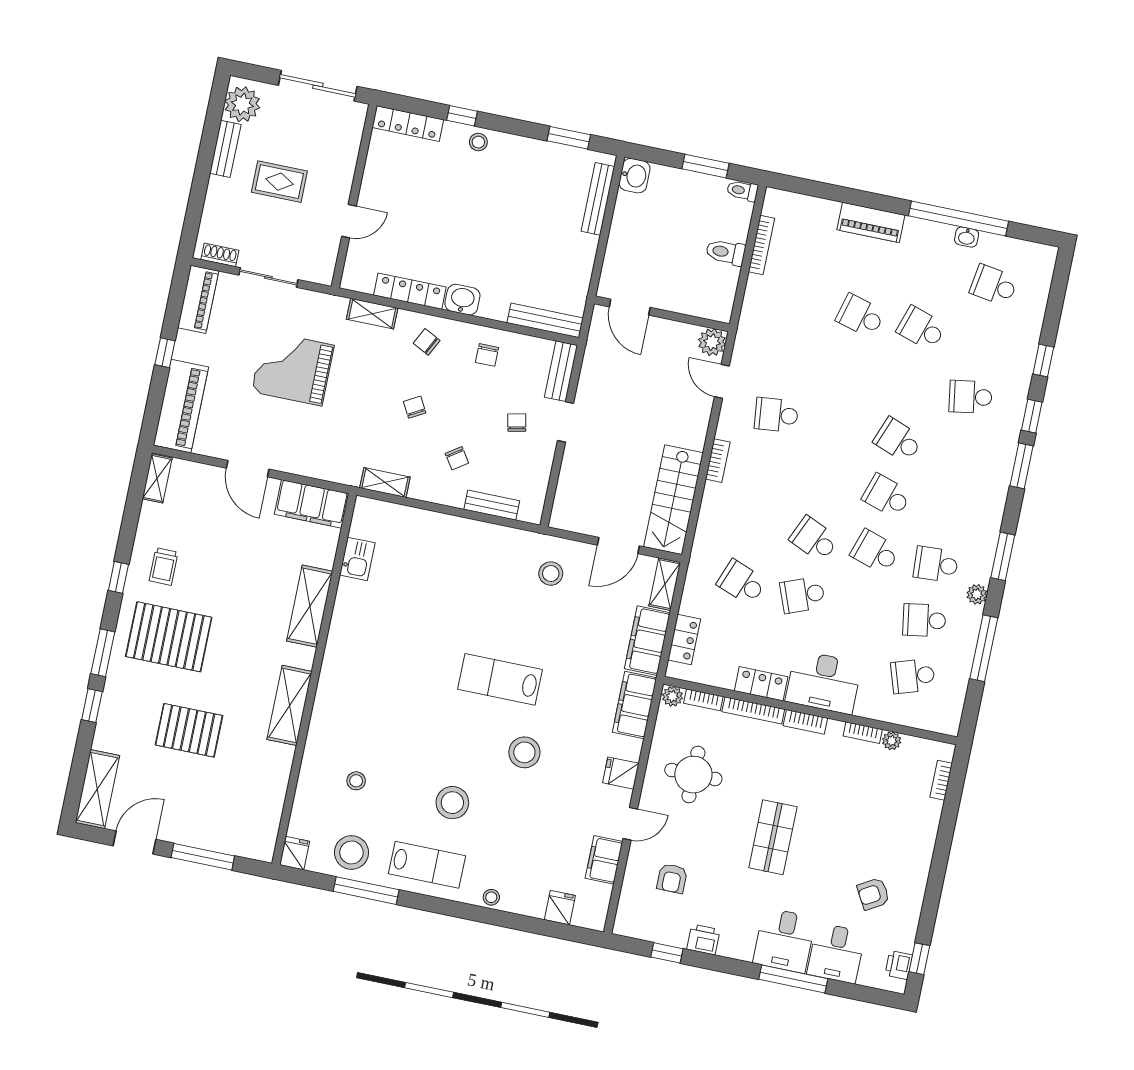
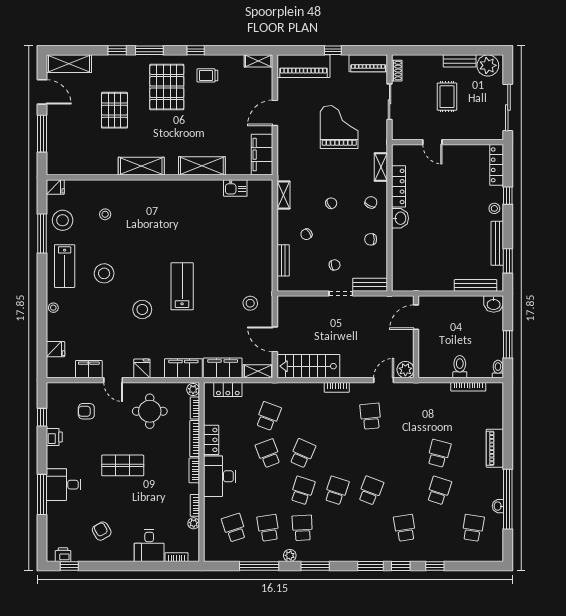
bench: (545, 320) -> (497, 243), moved
desk: (836, 953) -> (149, 546), moved, turned -90

